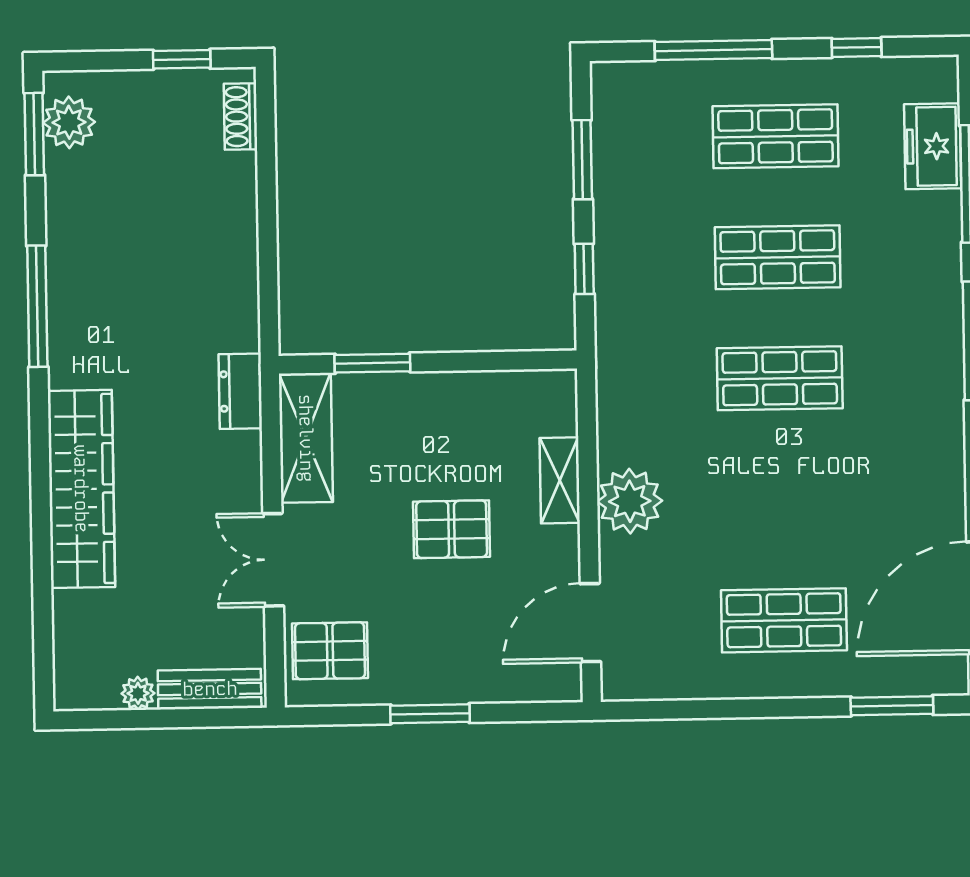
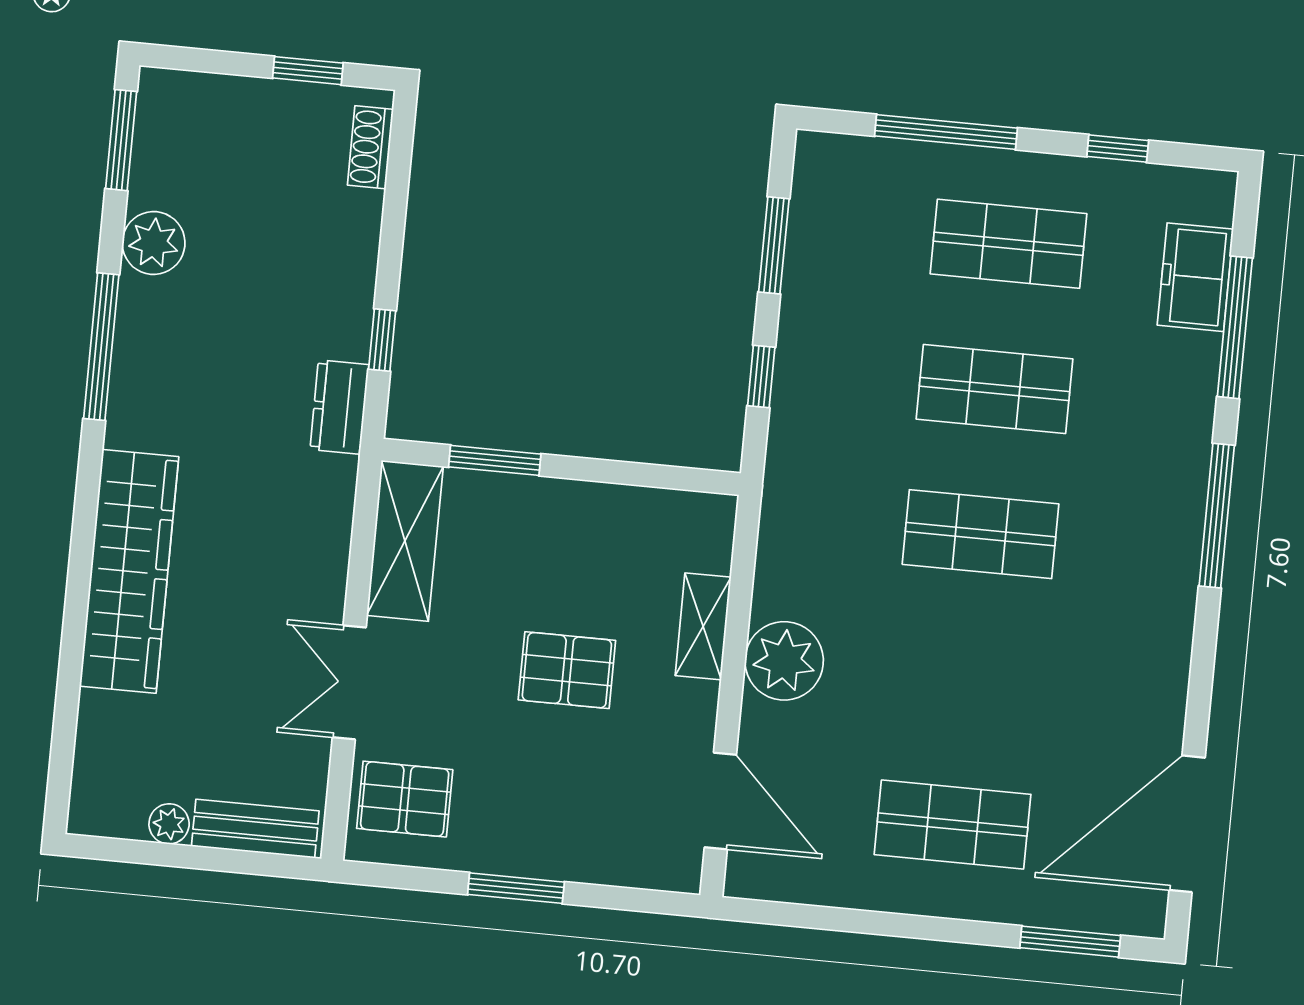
plant: (69, 122) -> (154, 243), moved
window: (268, 274) -> (382, 340), added
dresser: (240, 391) -> (339, 407), moved
door: (590, 623) -> (720, 801), swing flipped

